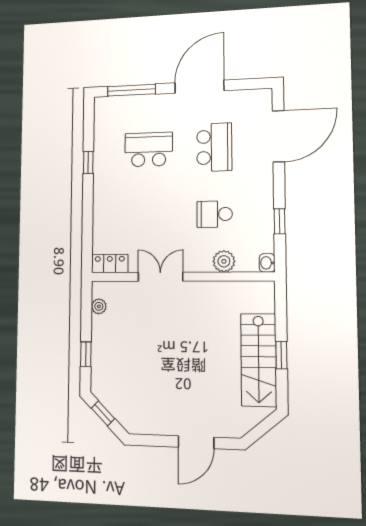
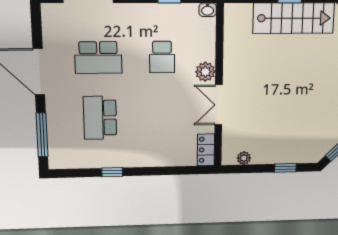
school desk: (214, 147) -> (98, 58), turned 180
plant: (224, 261) -> (205, 72), moved

